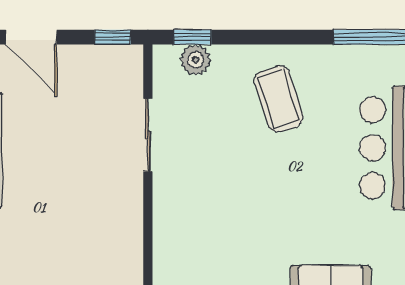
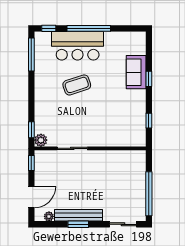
plant: (196, 60) -> (41, 140), moved
coffee table: (279, 99) -> (77, 85), moved

